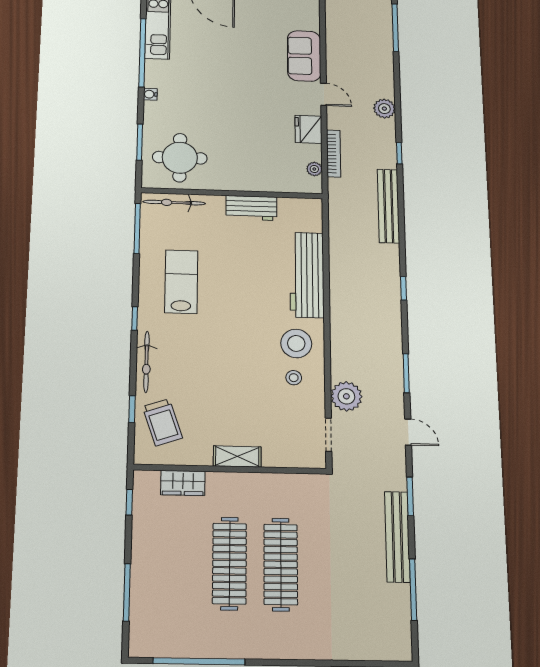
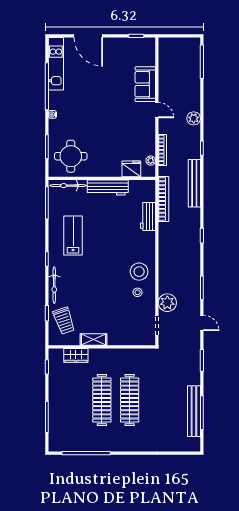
fridge: (308, 129) -> (131, 169), moved, turned 90
workbench: (251, 208) -> (108, 187), width x1.37
bookcase: (337, 229) -> (163, 199), added
workbench: (307, 275) -> (148, 216), width x0.53, depth x0.76
shelving: (237, 456) -> (93, 340), moved
bench: (397, 537) -> (194, 411), moved

